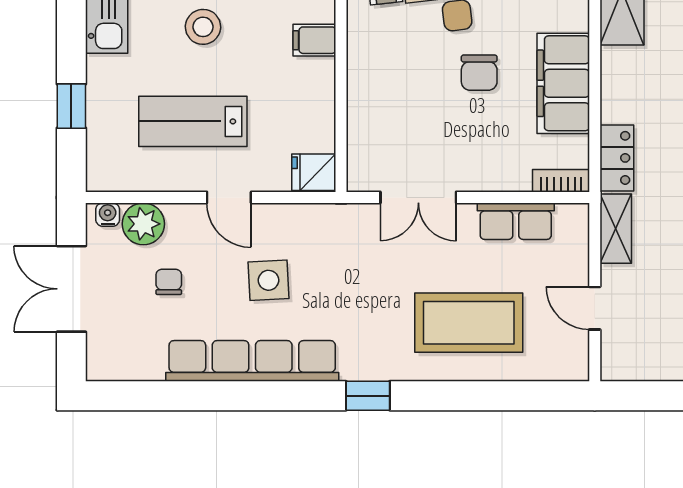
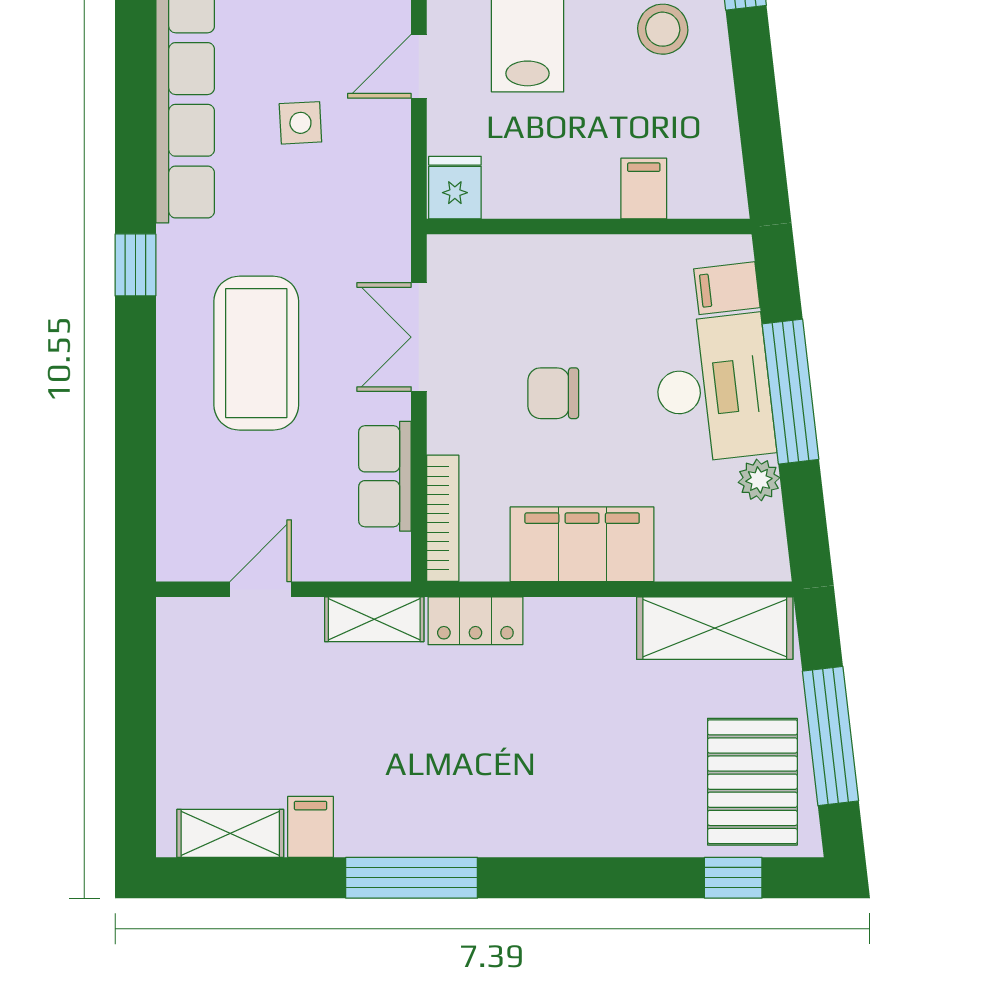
chair: (479, 73) -> (553, 393), moved
bookcase: (561, 181) -> (443, 518), width x1.56
side table: (269, 280) -> (300, 123), width x0.73, depth x0.73
coffee table: (469, 323) -> (256, 353), moved

